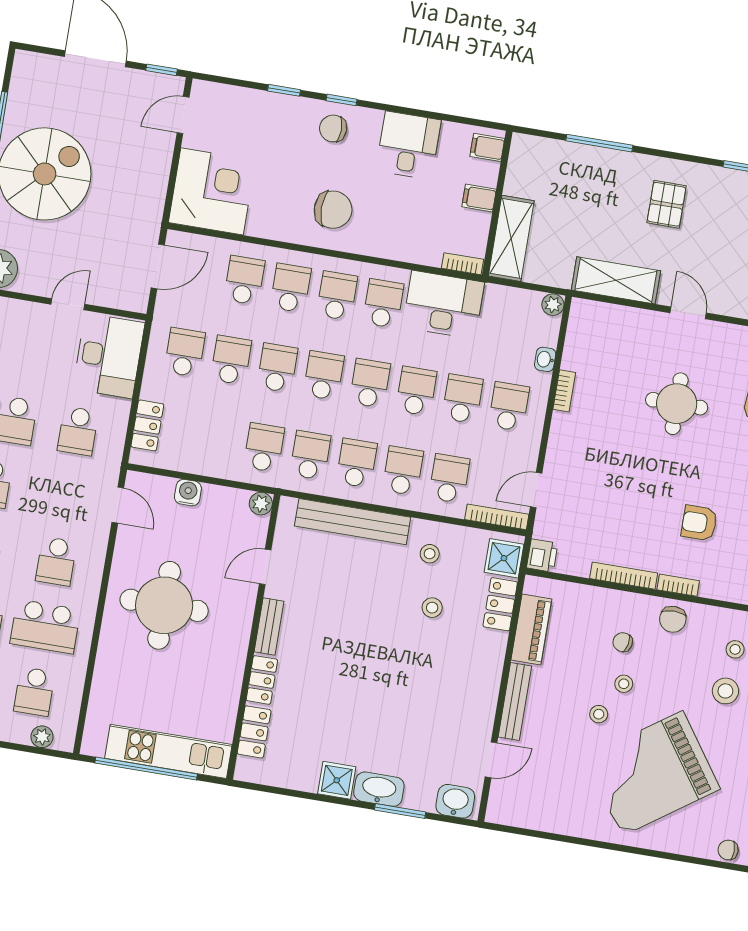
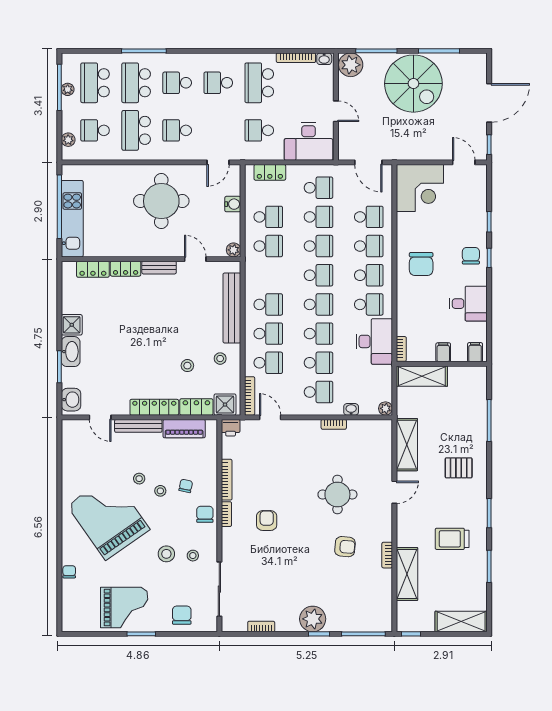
school desk: (310, 455) -> (268, 217), moved
chair: (673, 619) -> (205, 514), turned 90
locker: (490, 671) -> (154, 407), added

